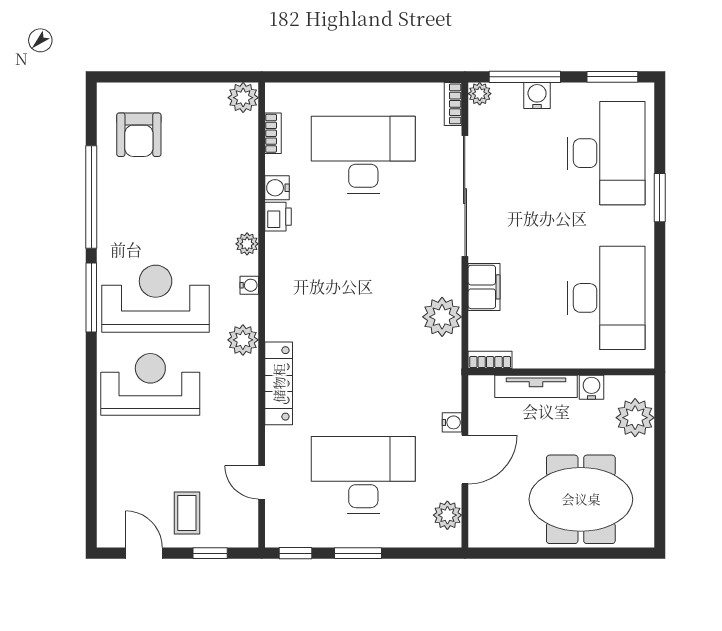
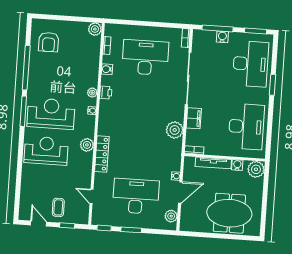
plant: (480, 94) -> (198, 34), removed
printer: (278, 217) -> (106, 93), moved
plant: (243, 340) -> (87, 145), moved
plant: (635, 418) -> (256, 169), moved

